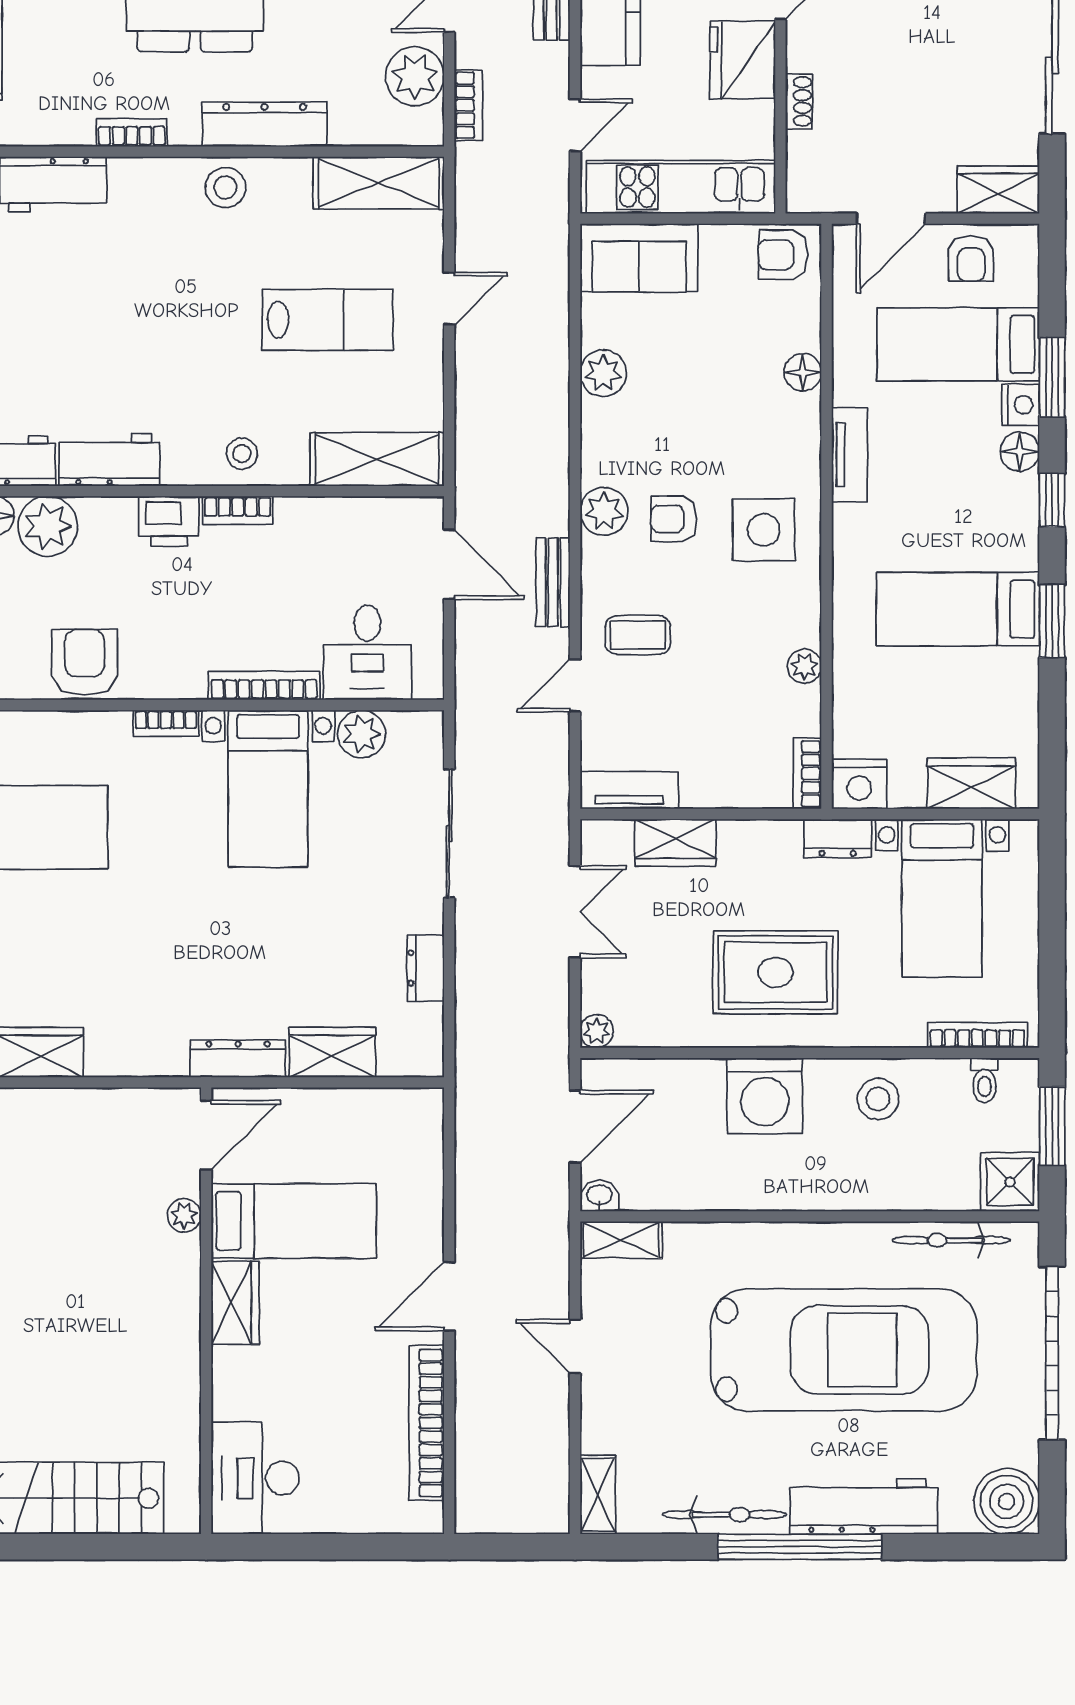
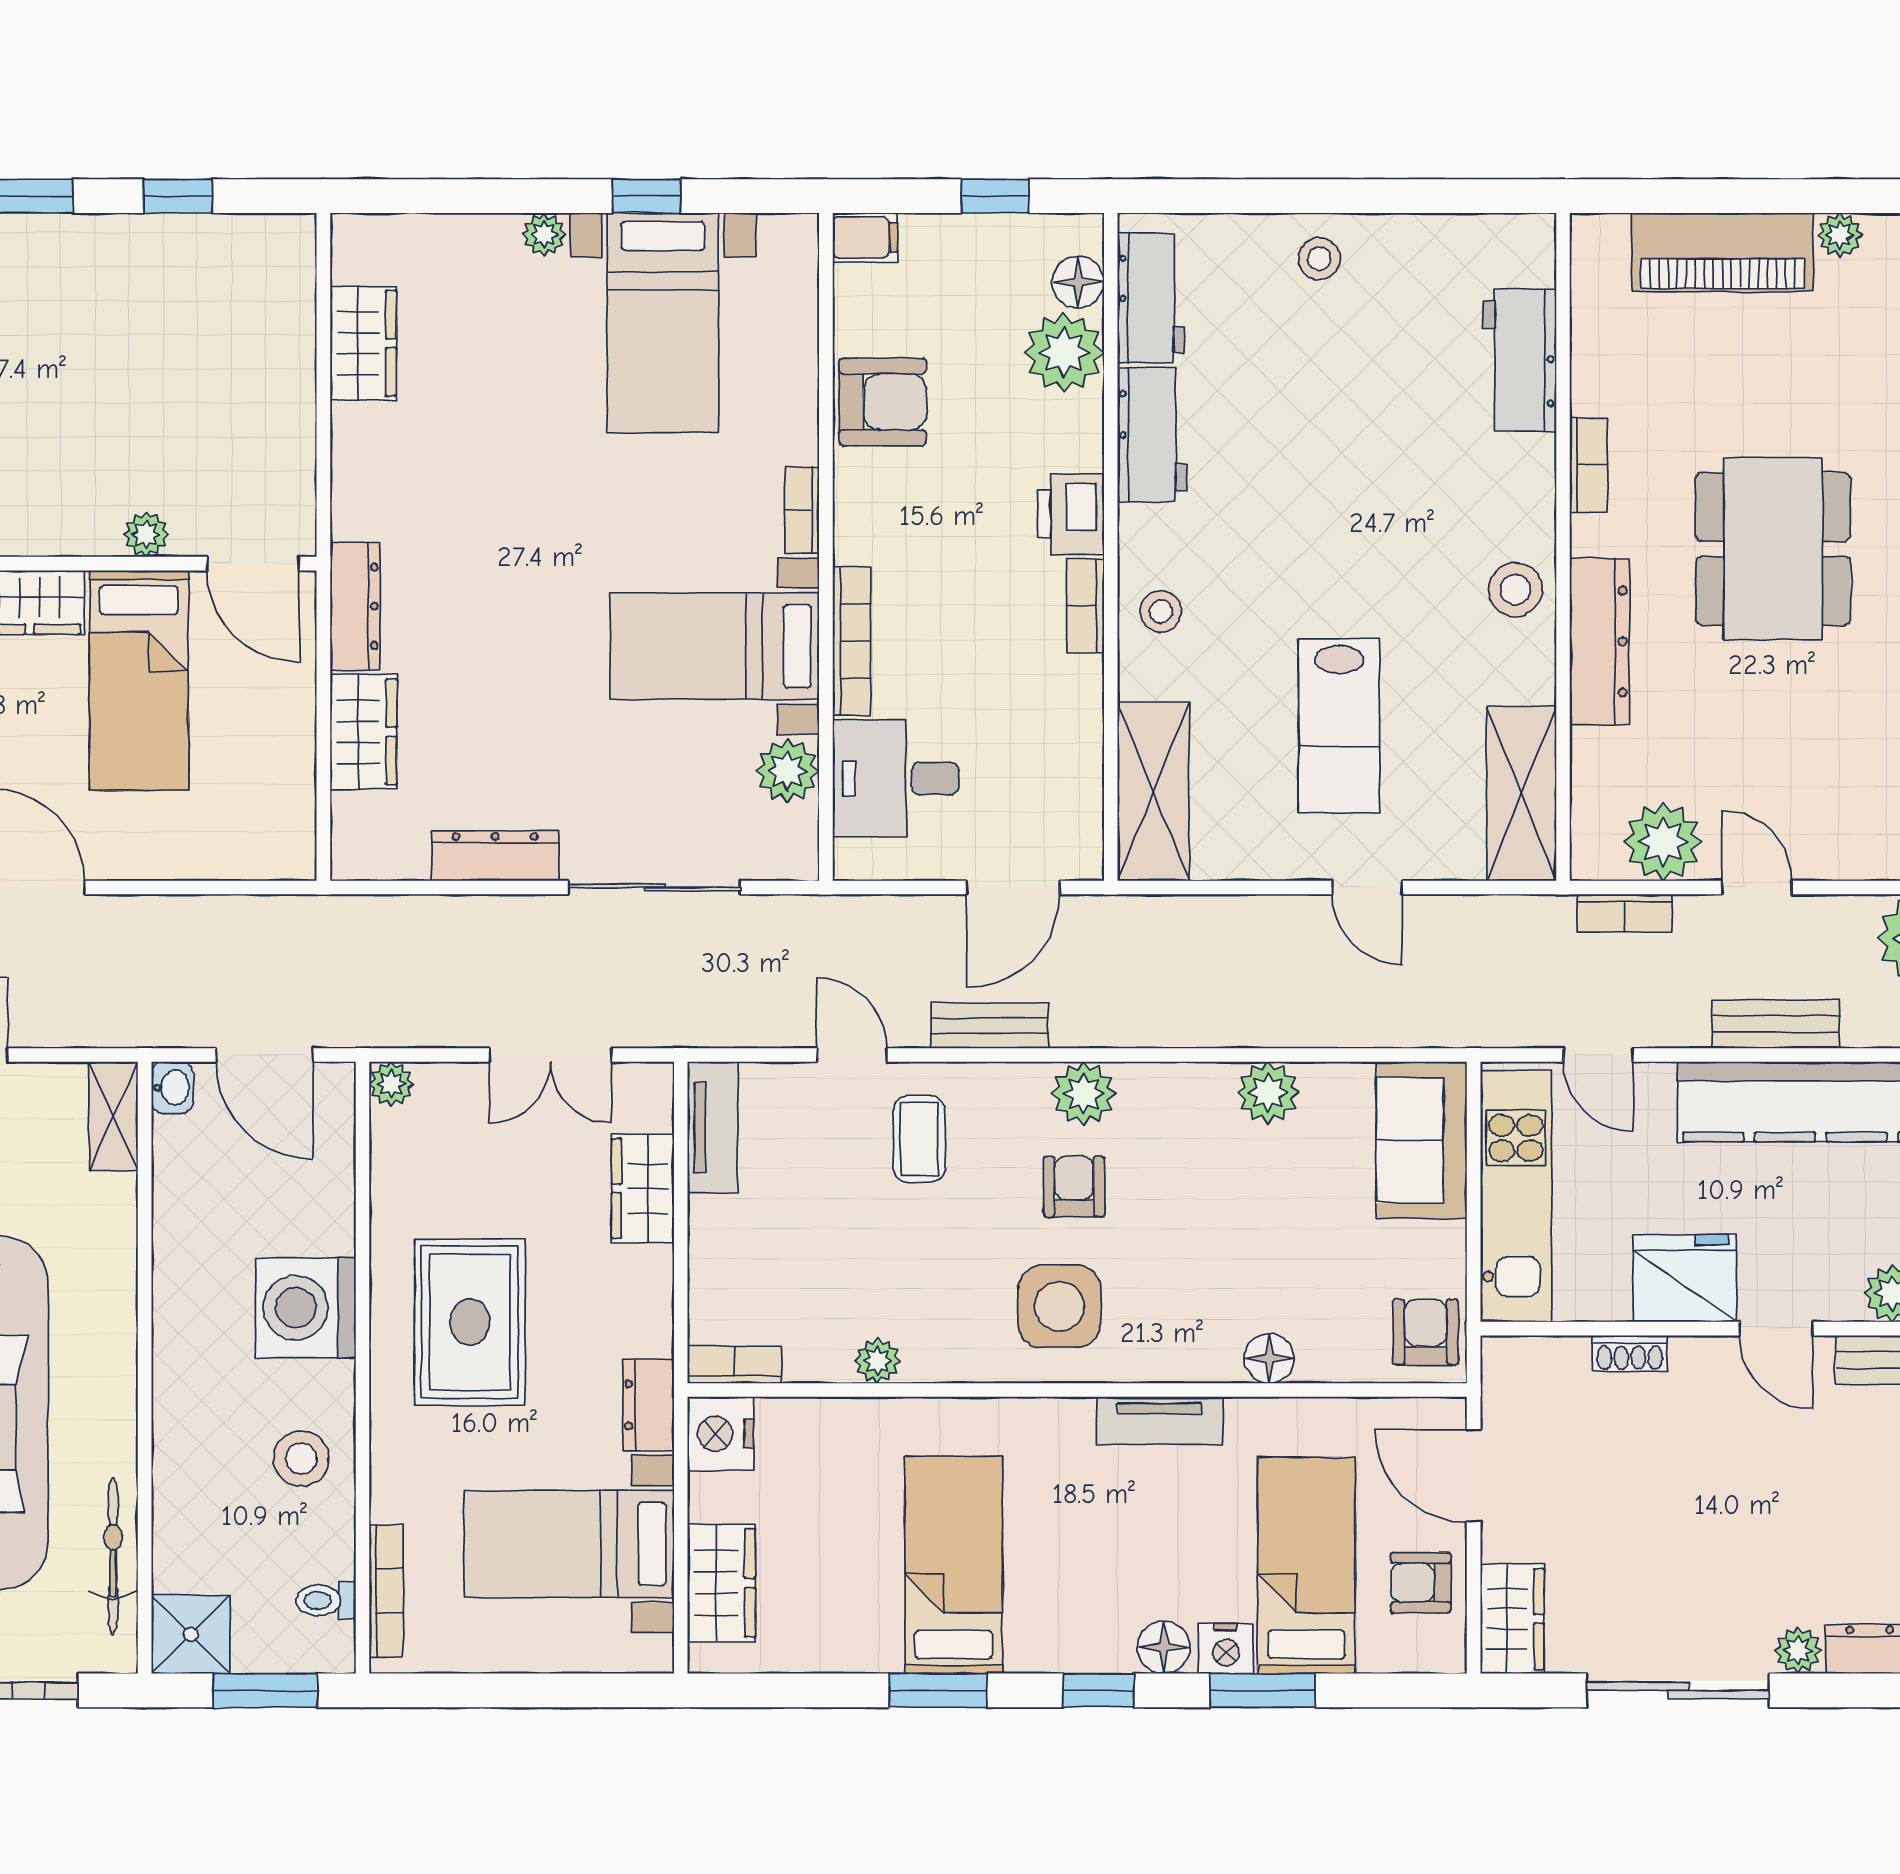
dresser: (426, 968) -> (495, 856), width x1.44

